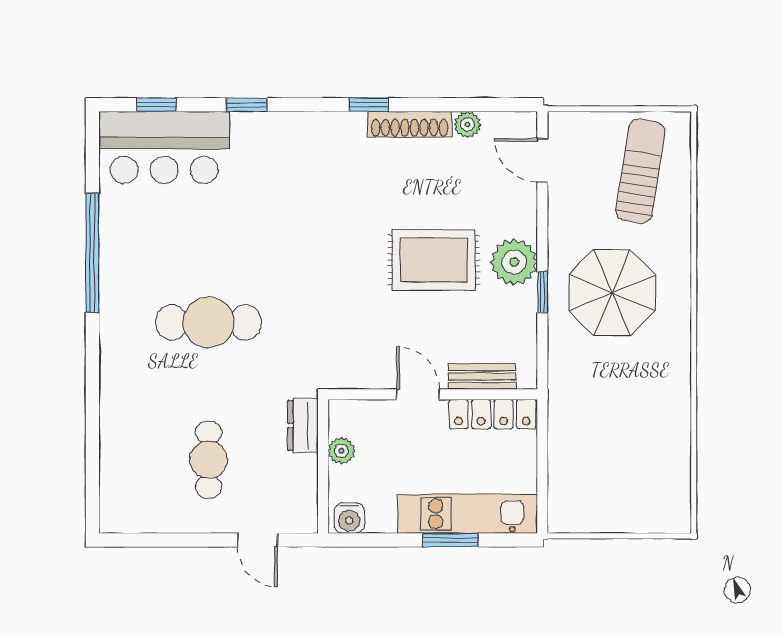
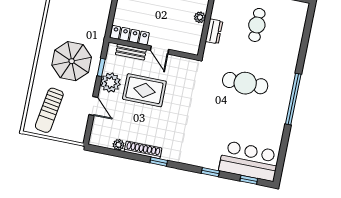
door: (542, 160) -> (93, 106), moved
window: (92, 253) -> (293, 99), moved
bench: (482, 377) -> (131, 52), moved
door: (418, 394) -> (160, 50), moved
wall: (433, 394) -> (153, 49), moved
locker: (492, 414) -> (130, 35), moved

